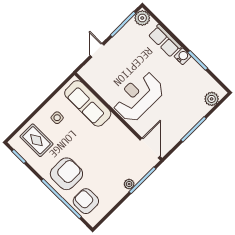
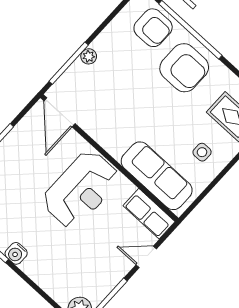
row of seats: (165, 41) -> (149, 214), moved, turned 180
door: (97, 50) -> (146, 257), swing flipped
armchair: (66, 174) -> (184, 68), turned -90

